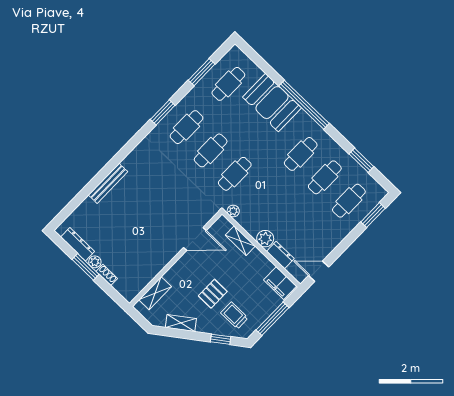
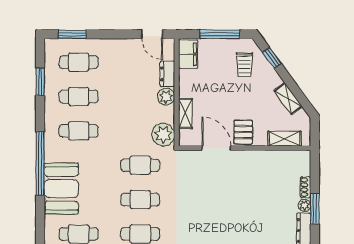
plant: (233, 211) -> (163, 135), width x1.88, depth x1.88
pallet: (213, 294) -> (243, 132), moved, turned 90

